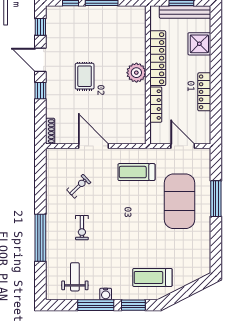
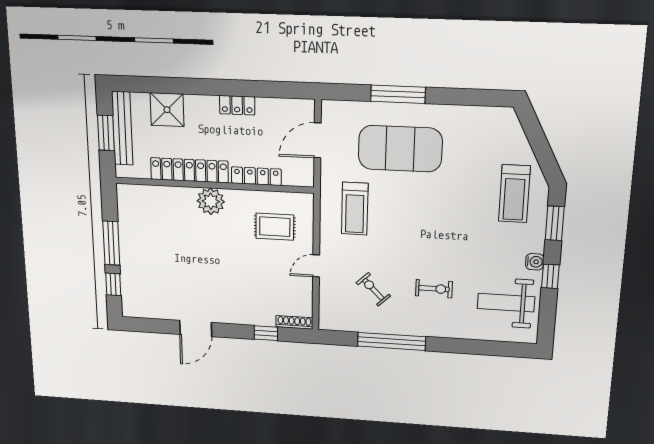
window: (40, 27) -> (151, 325), removed
rug: (85, 76) -> (275, 227), moved
window: (40, 91) -> (266, 333), moved
locker: (204, 92) -> (237, 105), width x0.66
door: (94, 146) -> (316, 266), width x0.53
window: (40, 238) -> (392, 341), moved
weight bench: (75, 277) -> (506, 303), width x1.36, depth x1.33
window: (96, 305) -> (550, 276), width x0.46

